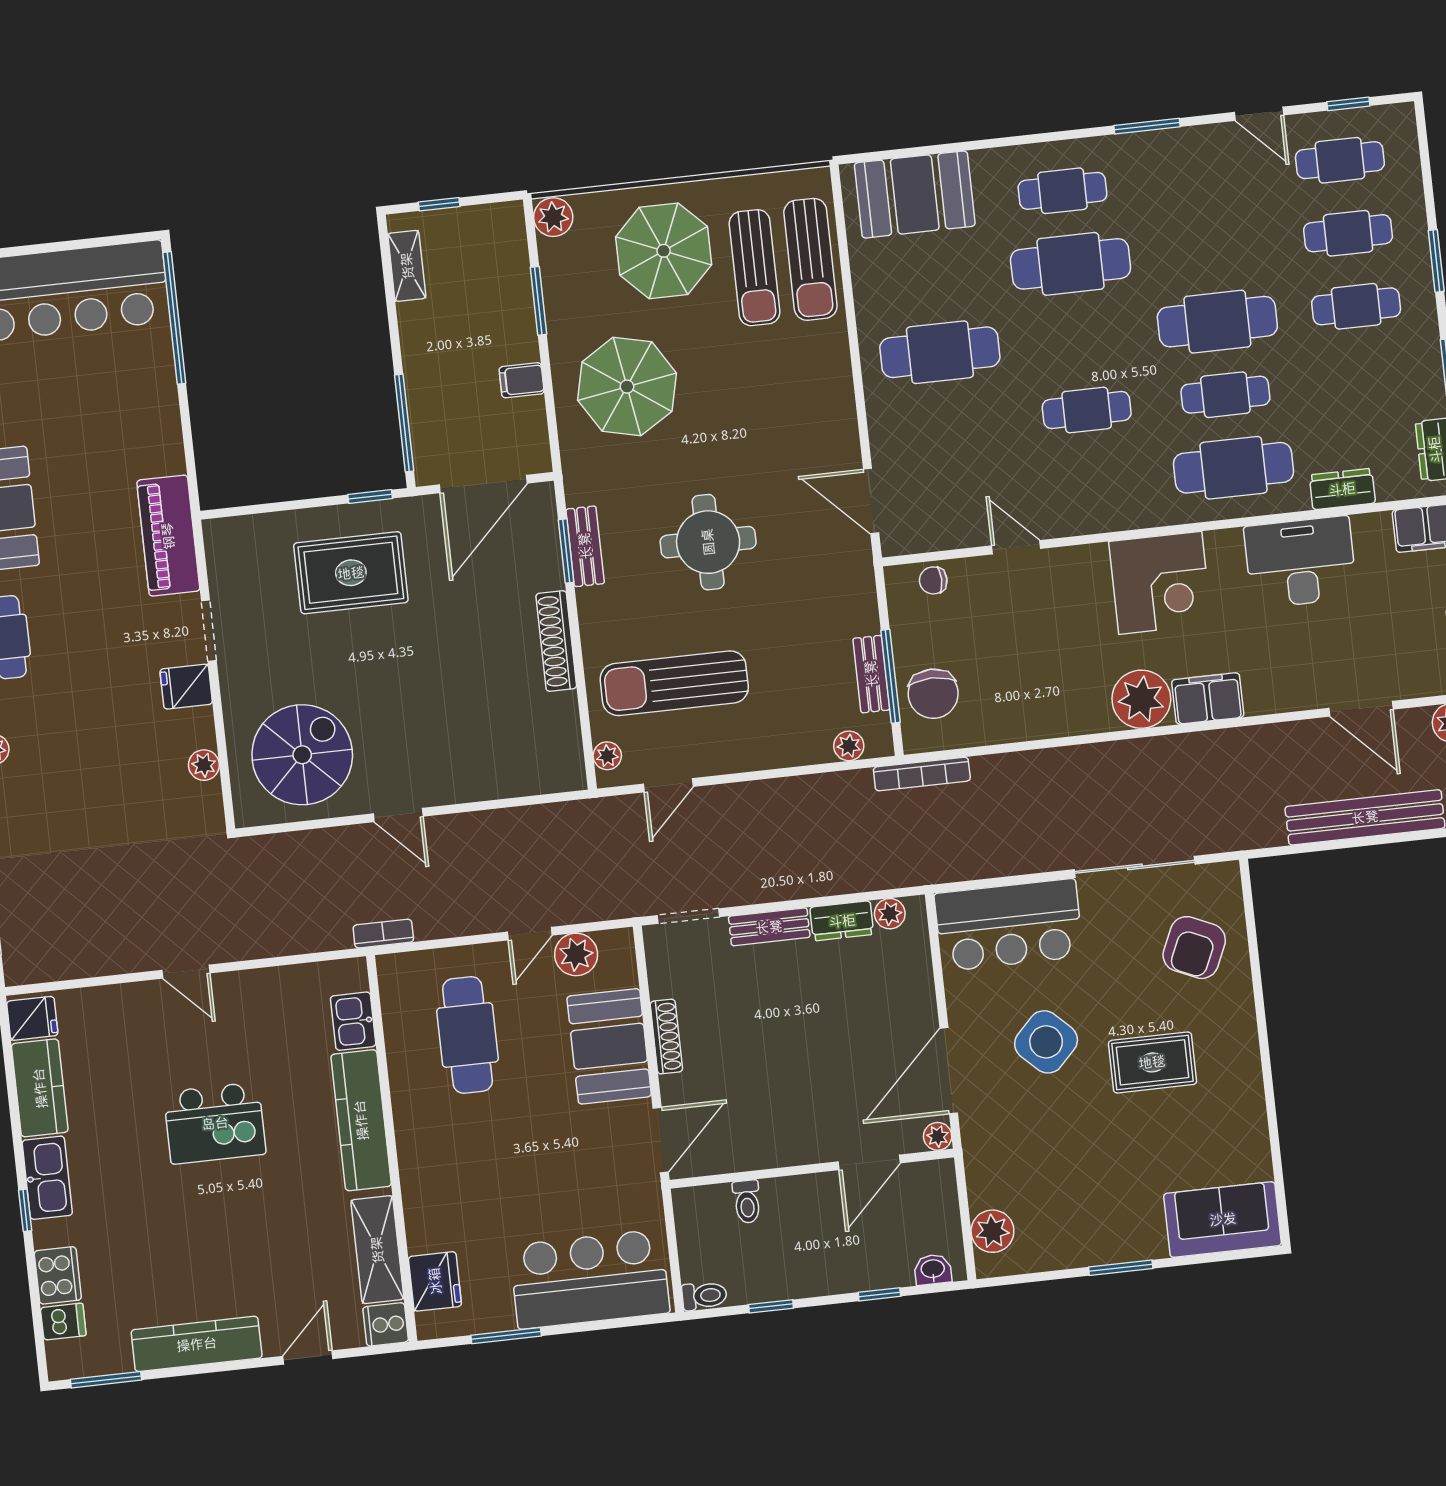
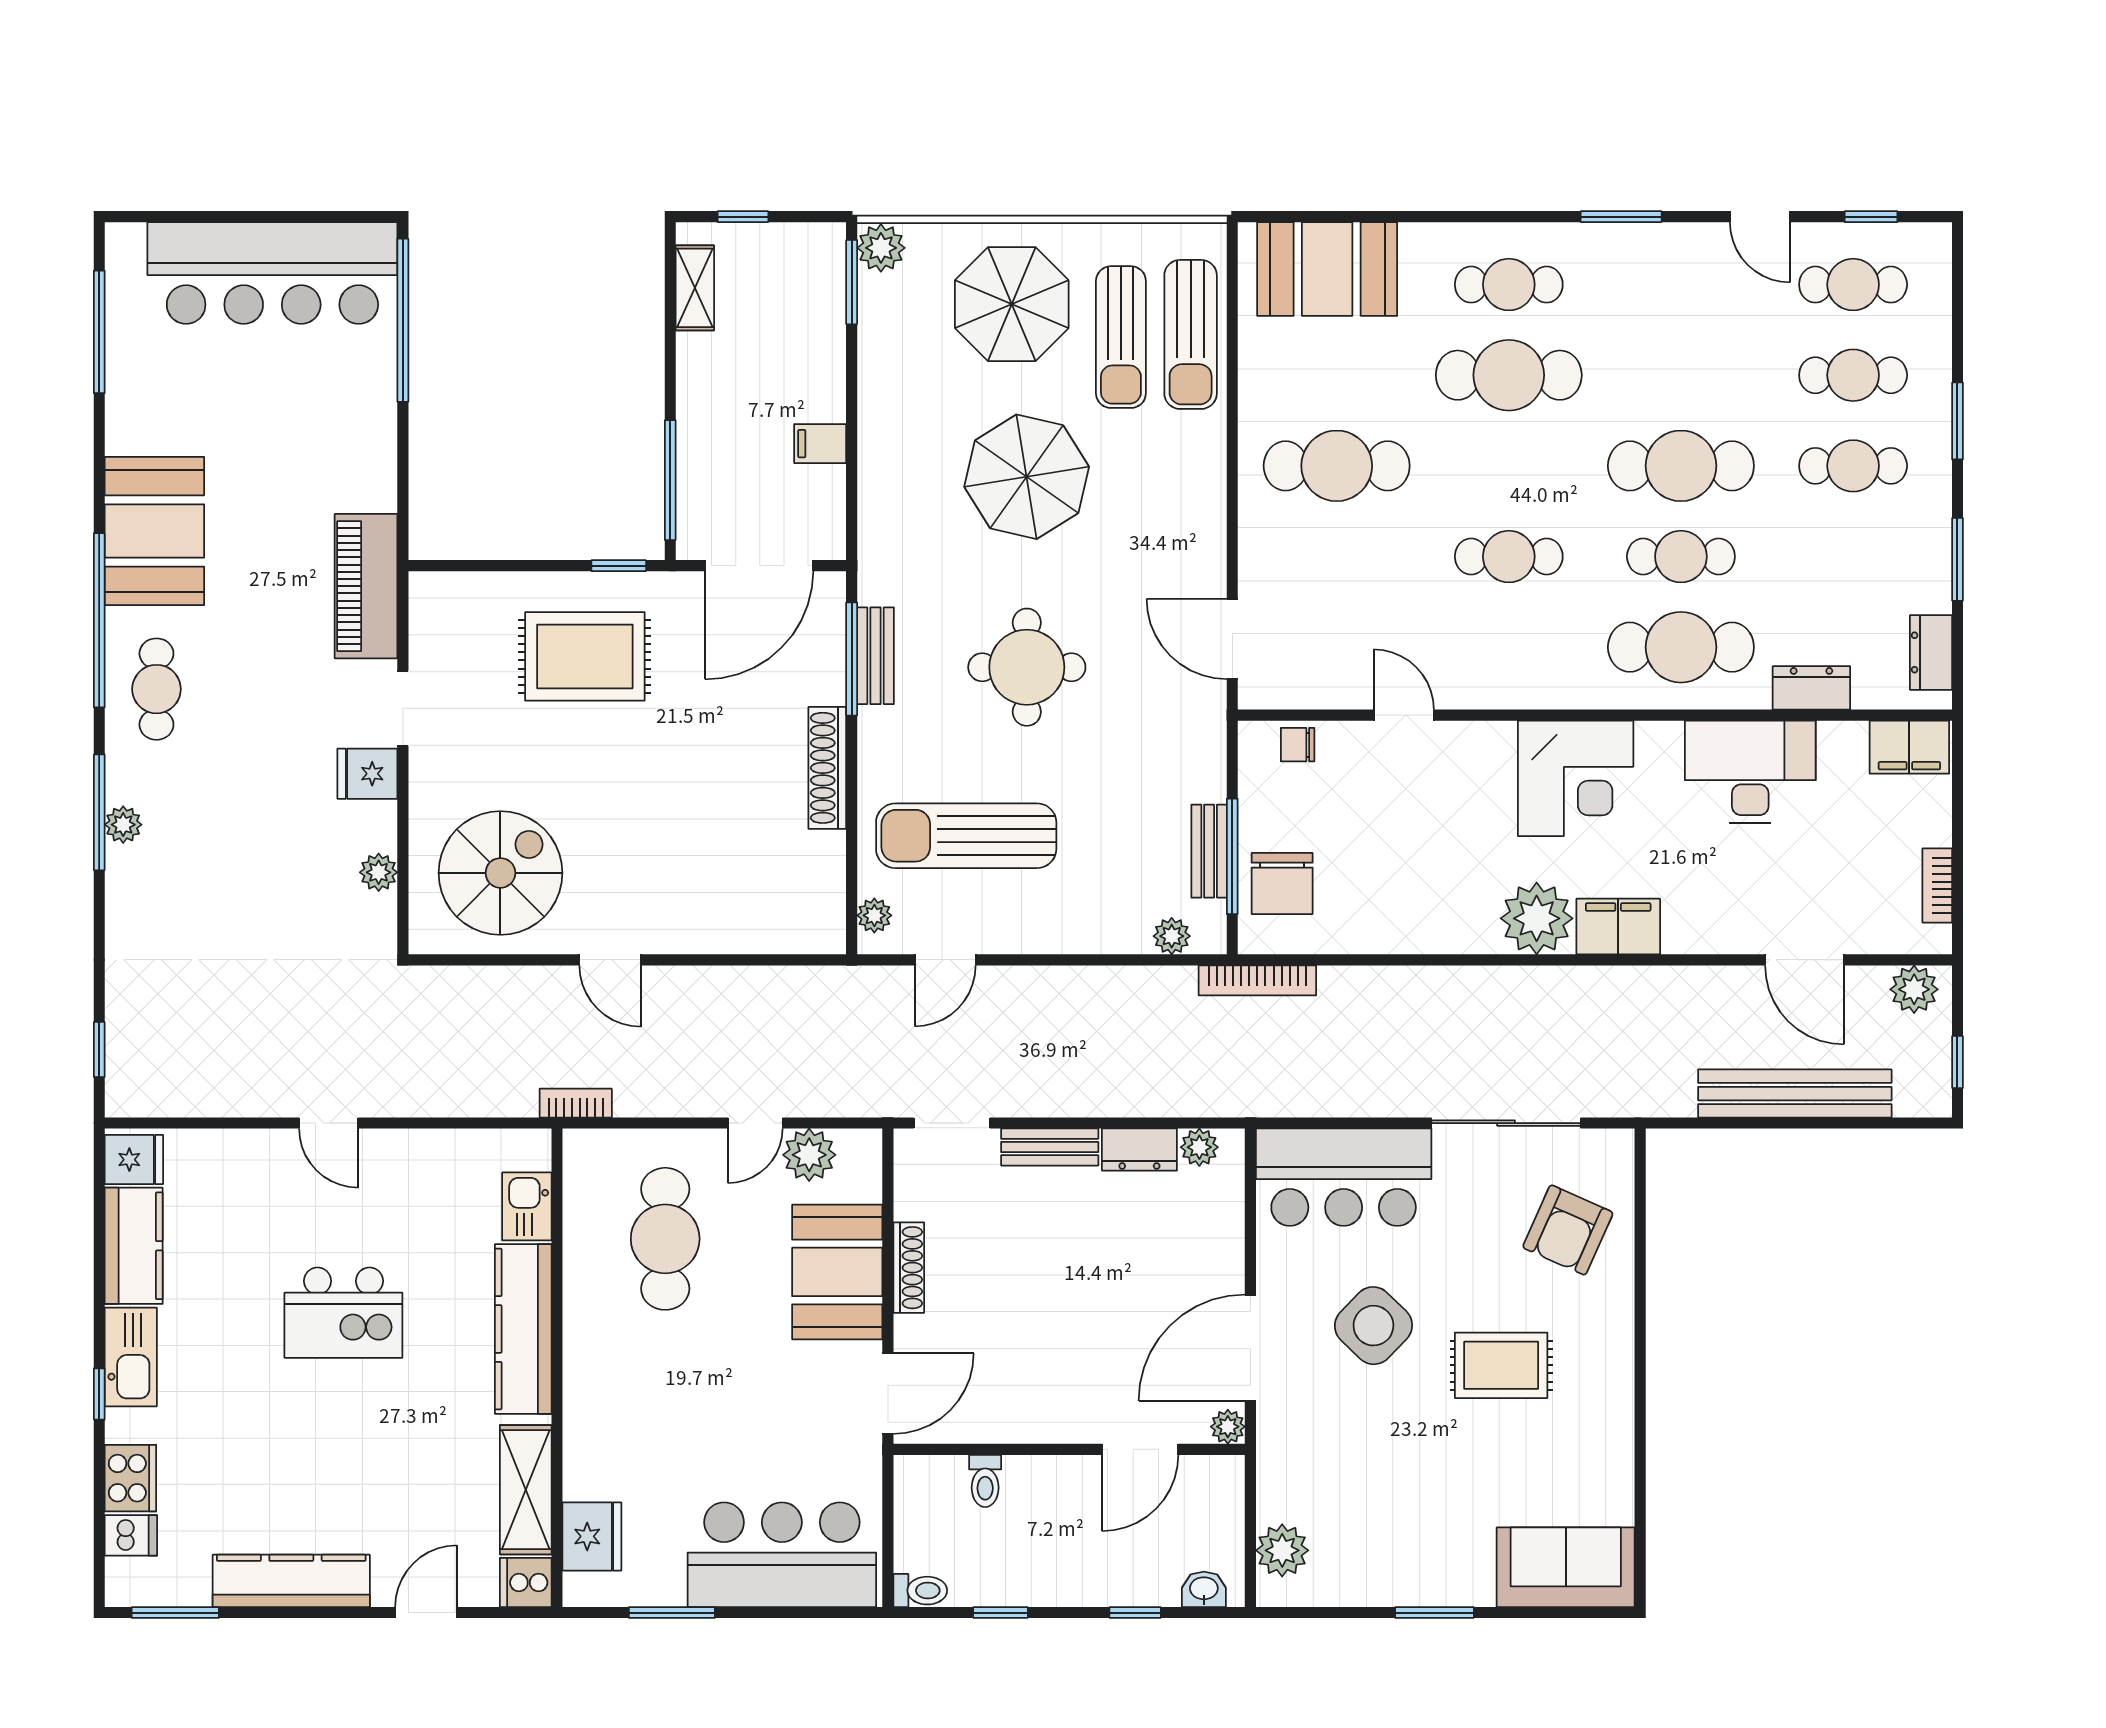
window: (538, 301) -> (852, 282), moved
parasol: (627, 387) -> (1027, 477), moved
window: (566, 551) -> (852, 659), width x1.44

